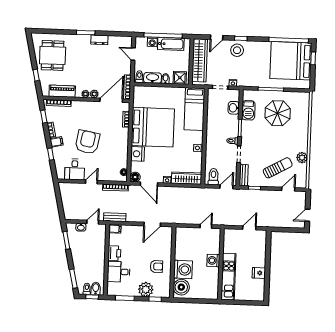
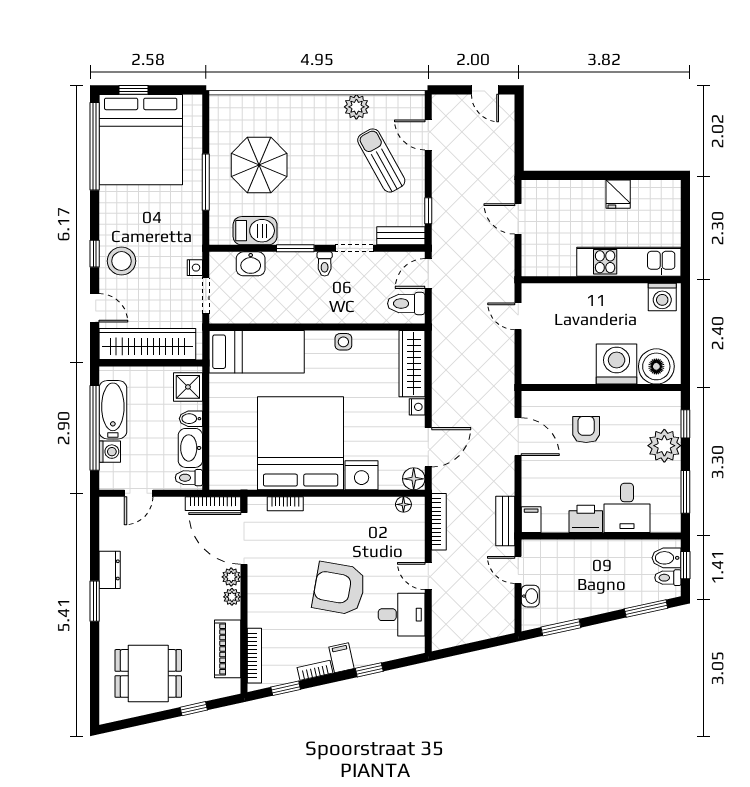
door: (226, 187) -> (428, 274), hinge flipped
washing machine: (213, 260) -> (662, 297), moved
armchair: (156, 266) -> (586, 430), moved

